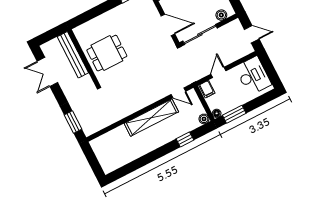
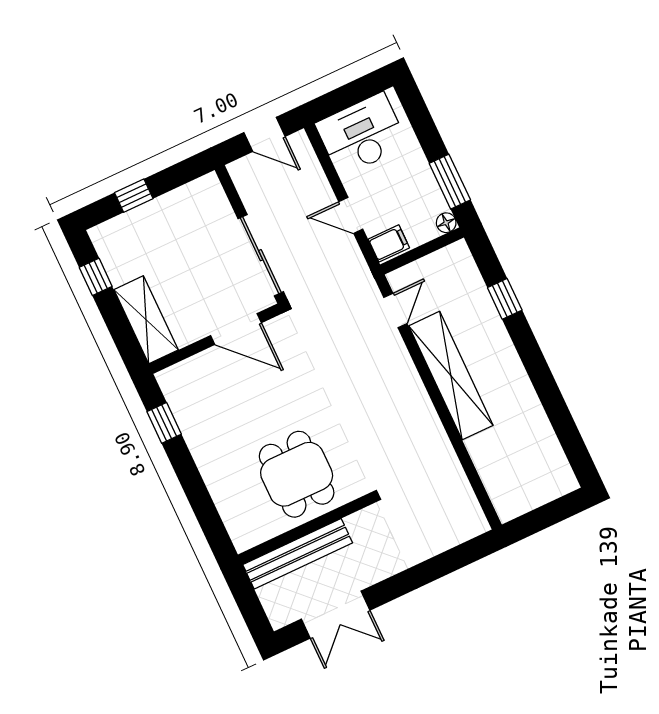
boiler: (221, 15) -> (217, 204), removed
door: (168, 25) -> (236, 329), swing flipped
door: (252, 34) -> (264, 134), swing flipped
boiler: (204, 119) -> (458, 253), removed
window: (73, 122) -> (455, 559), removed

